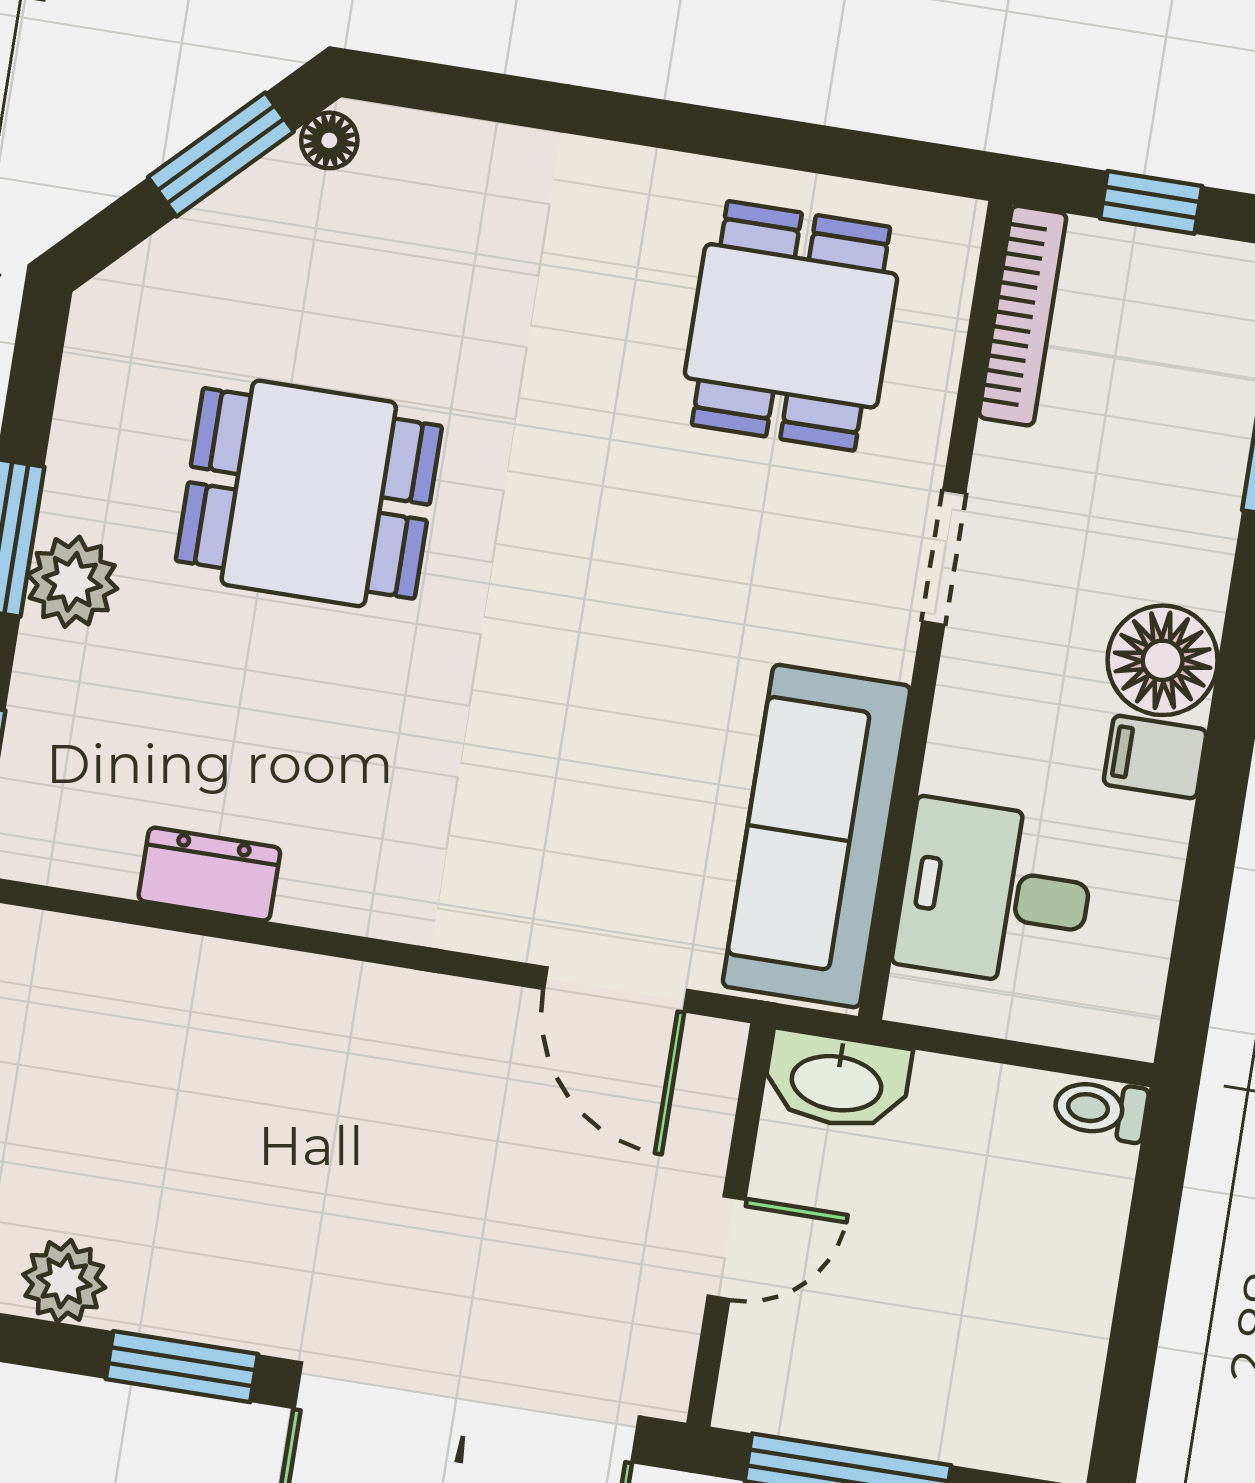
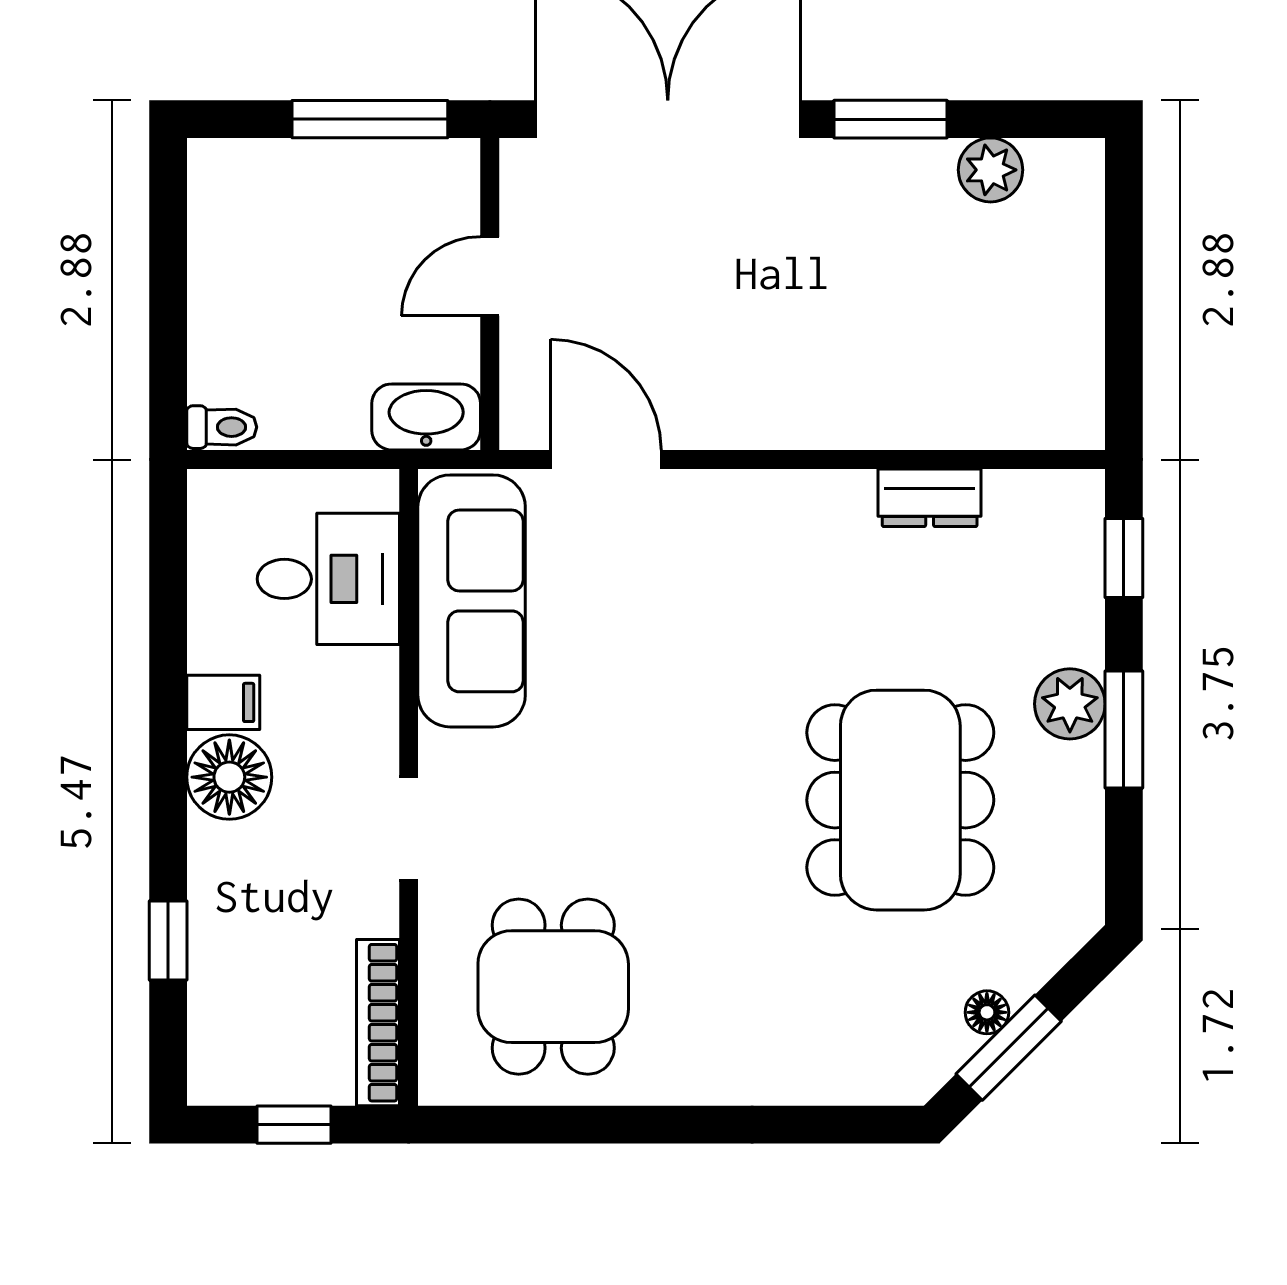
floor lamp: (329, 140) -> (987, 1012), moved
dining table: (309, 493) -> (900, 800), width x1.38

